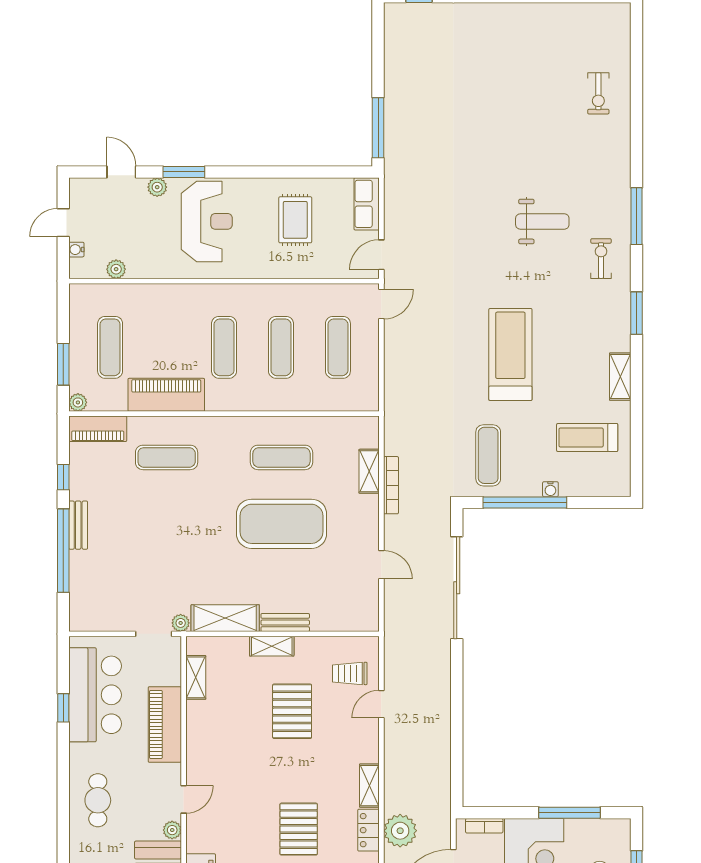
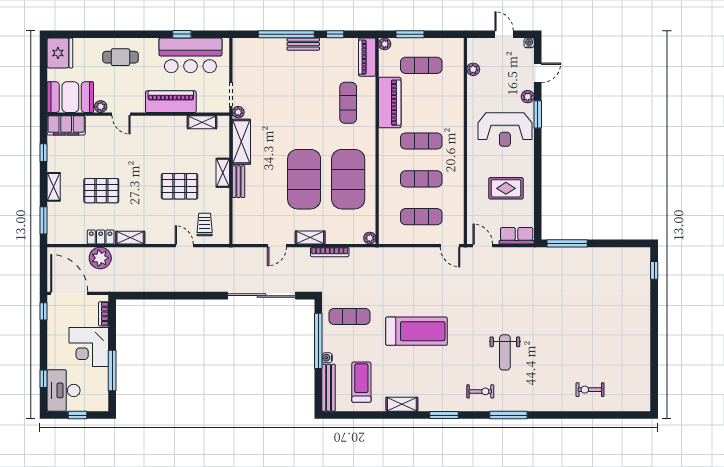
water cooler: (76, 250) -> (529, 43), moved
plant: (370, 425) -> (370, 238), added
exercise mat: (281, 457) -> (348, 179), width x2.00, depth x1.45
shelving: (369, 471) -> (310, 237), moved
bench: (595, 487) -> (329, 388), added

